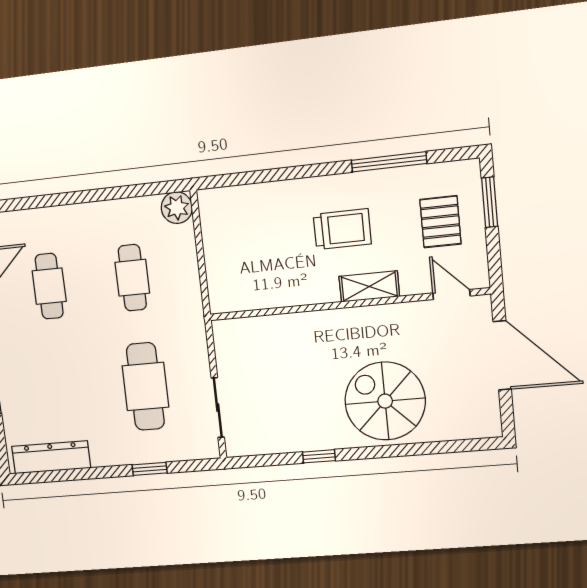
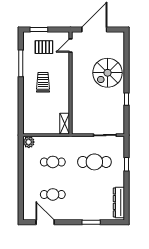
shelving: (369, 286) -> (65, 124), moved

